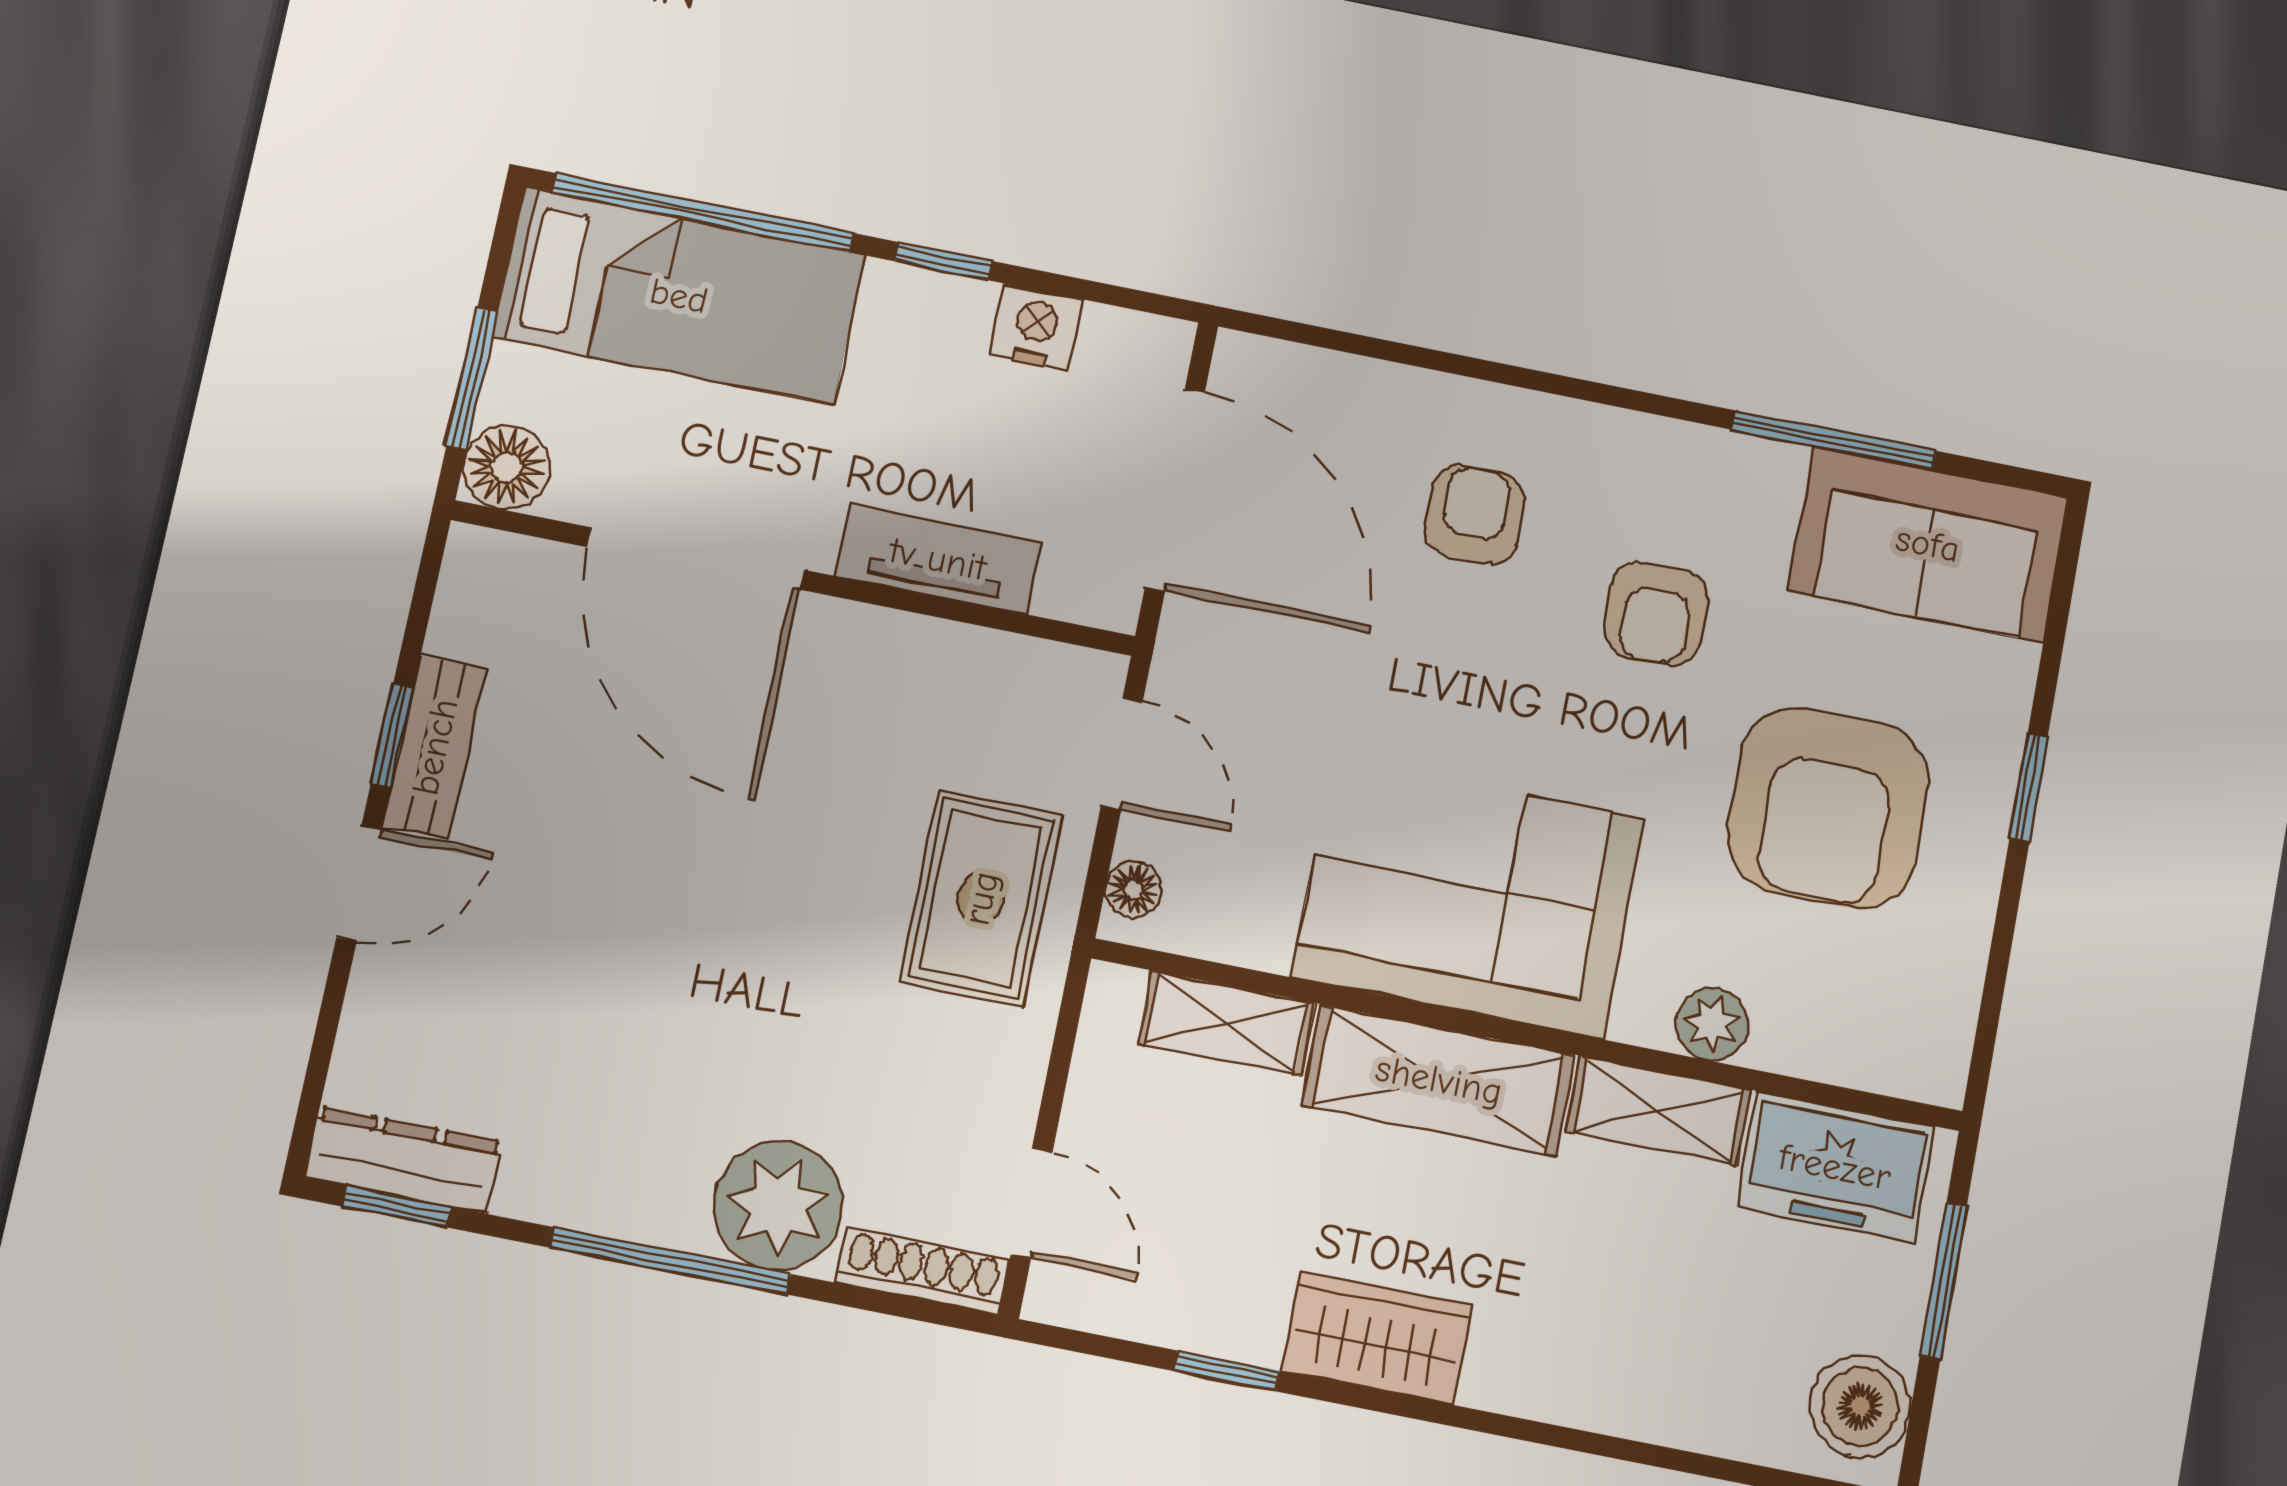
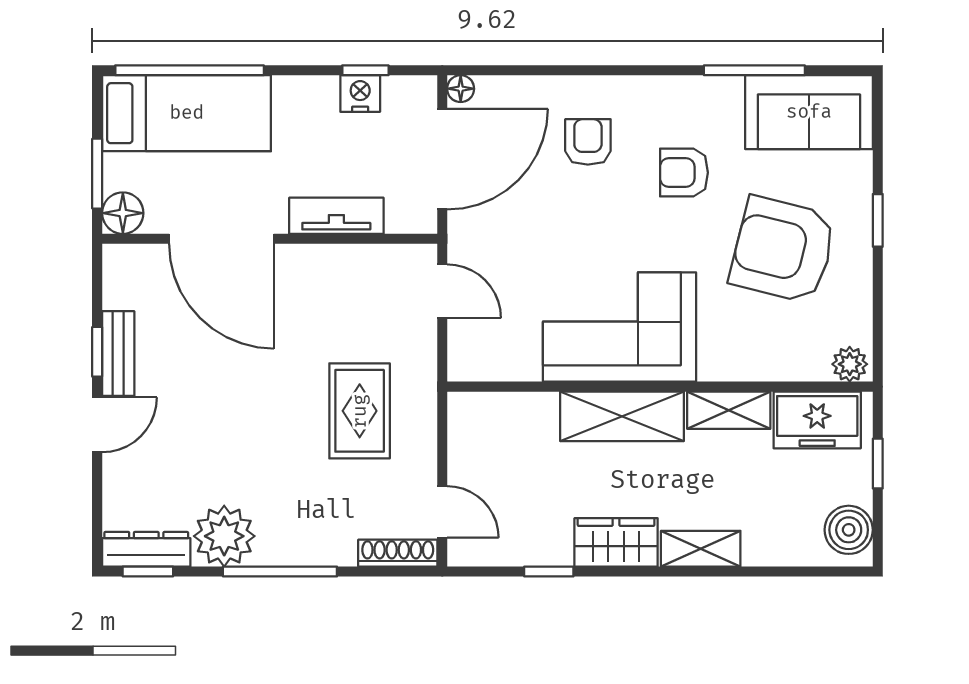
window: (943, 261) -> (365, 70), moved
door: (1175, 490) -> (442, 159), hinge flipped
armchair: (1656, 614) -> (684, 173), turned 90
armchair: (1828, 808) -> (783, 250), turned 104
floor lamp: (1134, 890) -> (461, 89), moved
rug: (981, 898) -> (360, 411), moved
shelving: (1227, 1023) -> (701, 549), moved
plant: (1712, 1024) -> (850, 364), moved
plant: (778, 1206) -> (224, 536), moved
window: (1943, 1281) -> (878, 464), width x0.67

